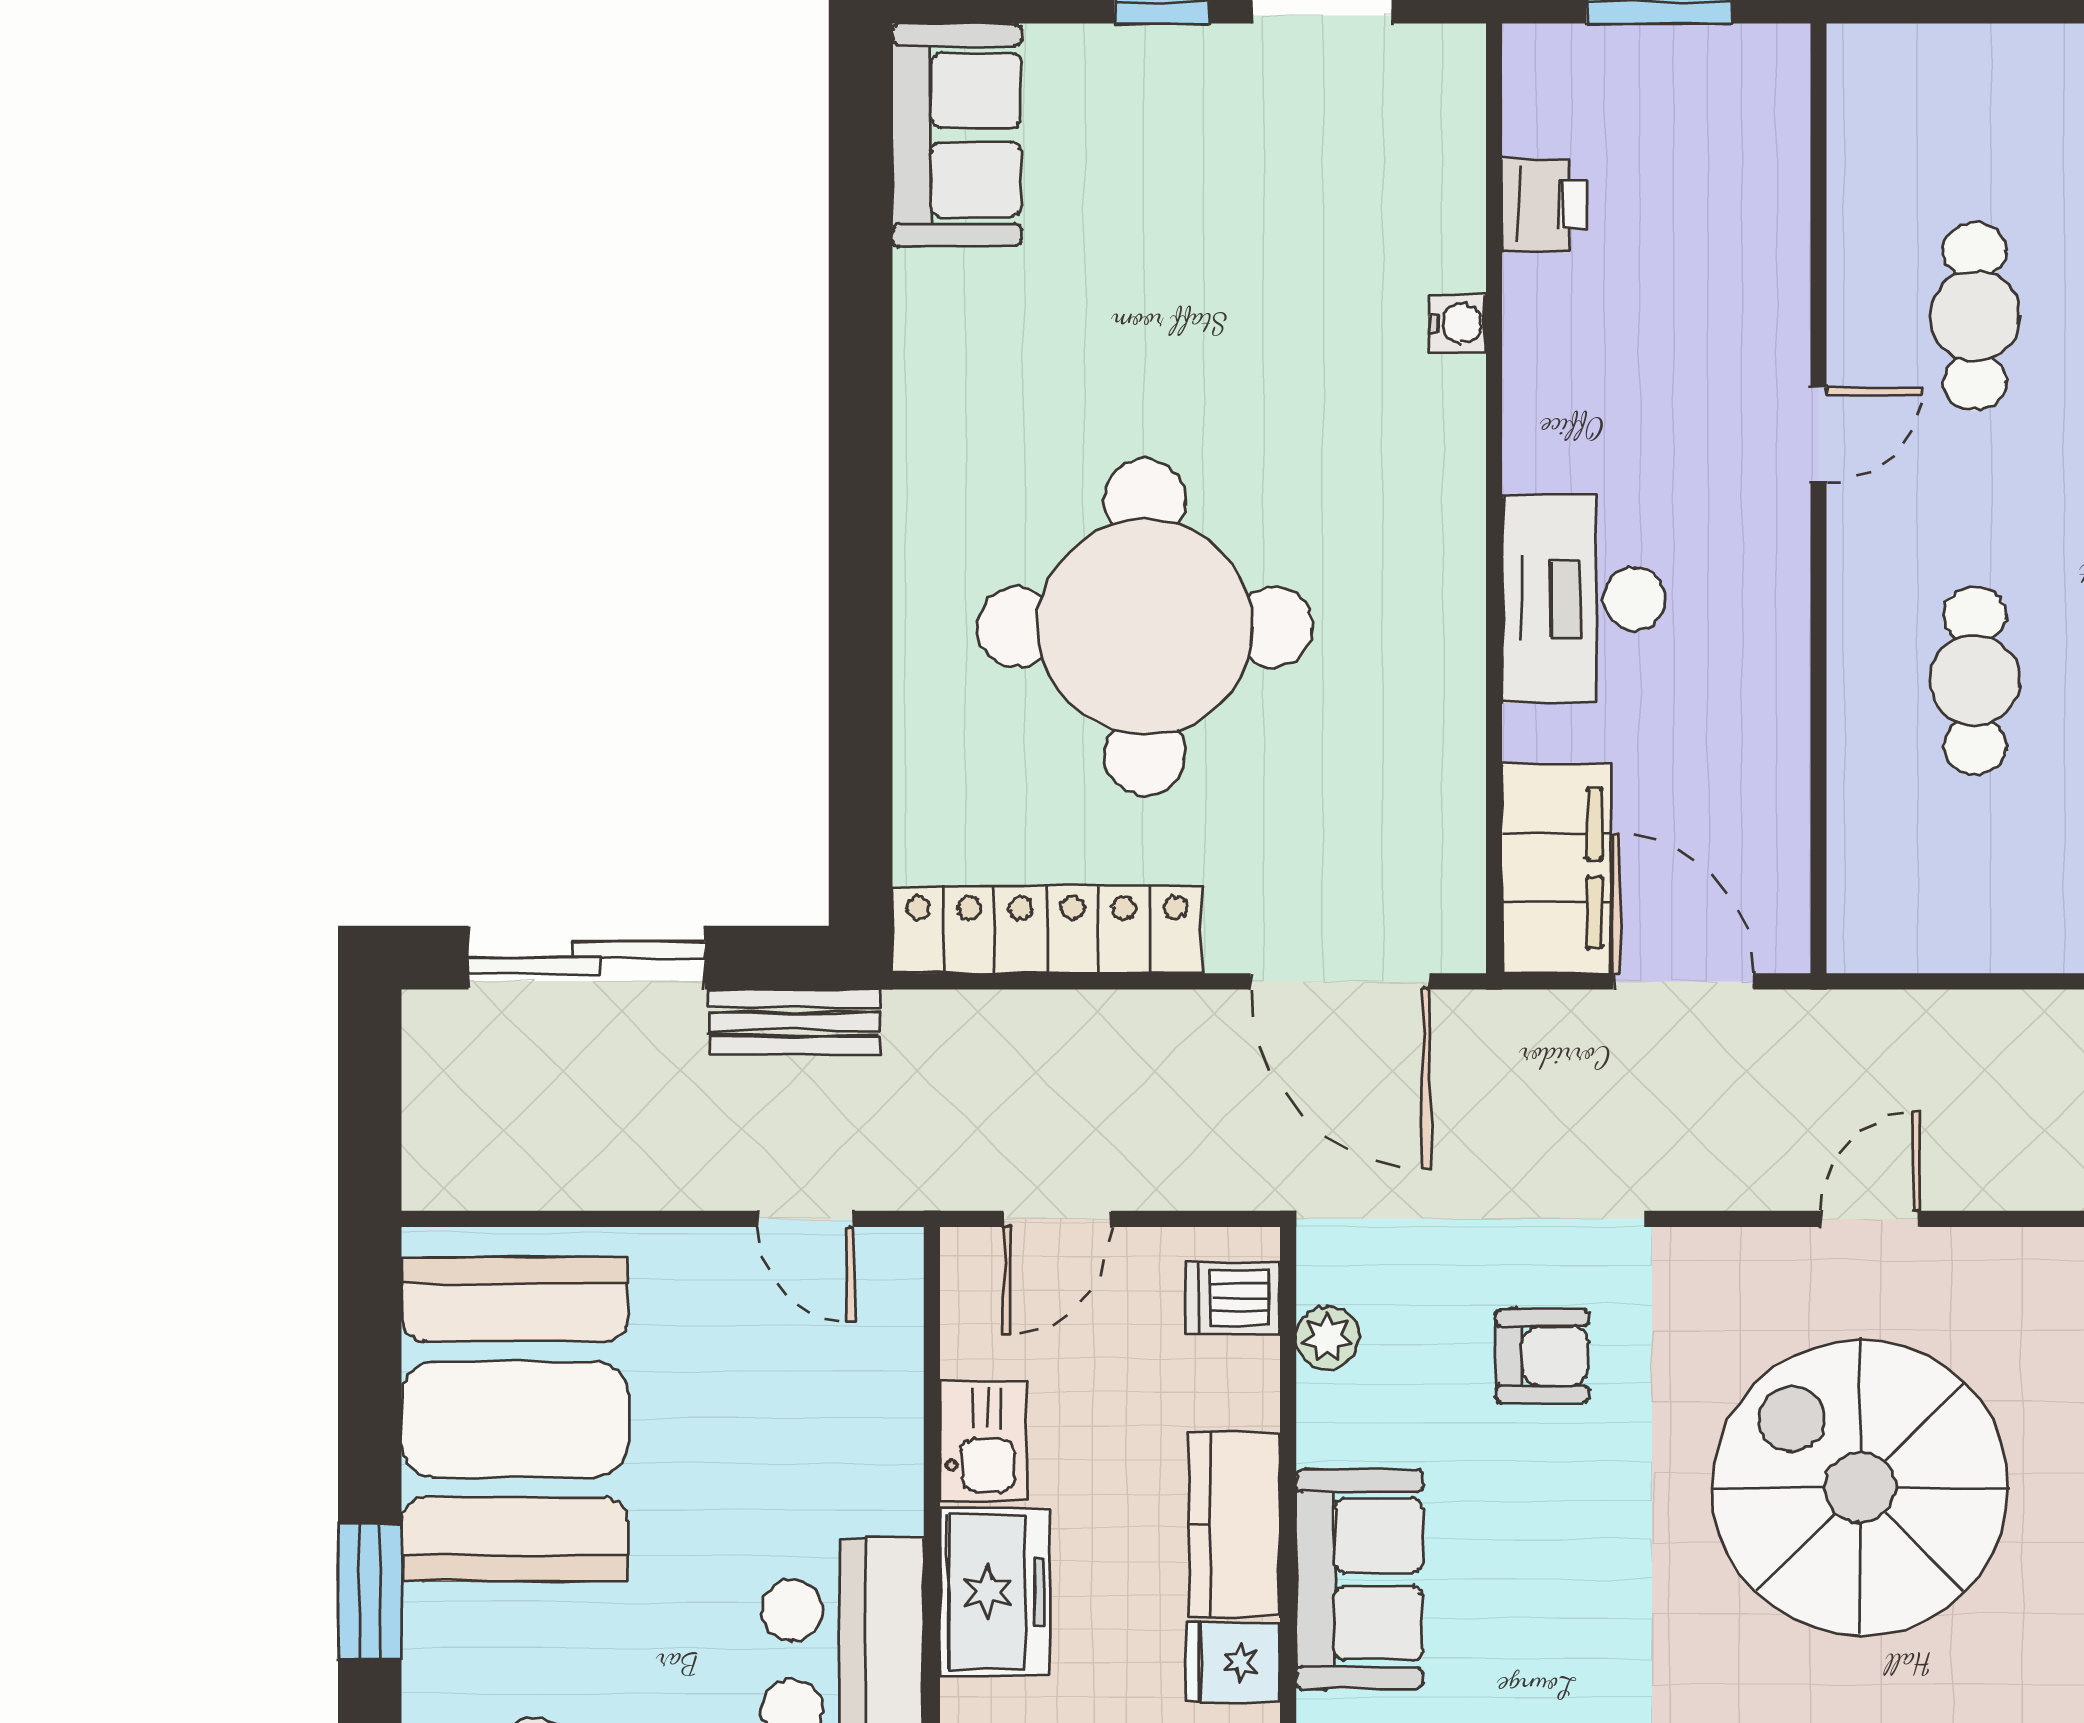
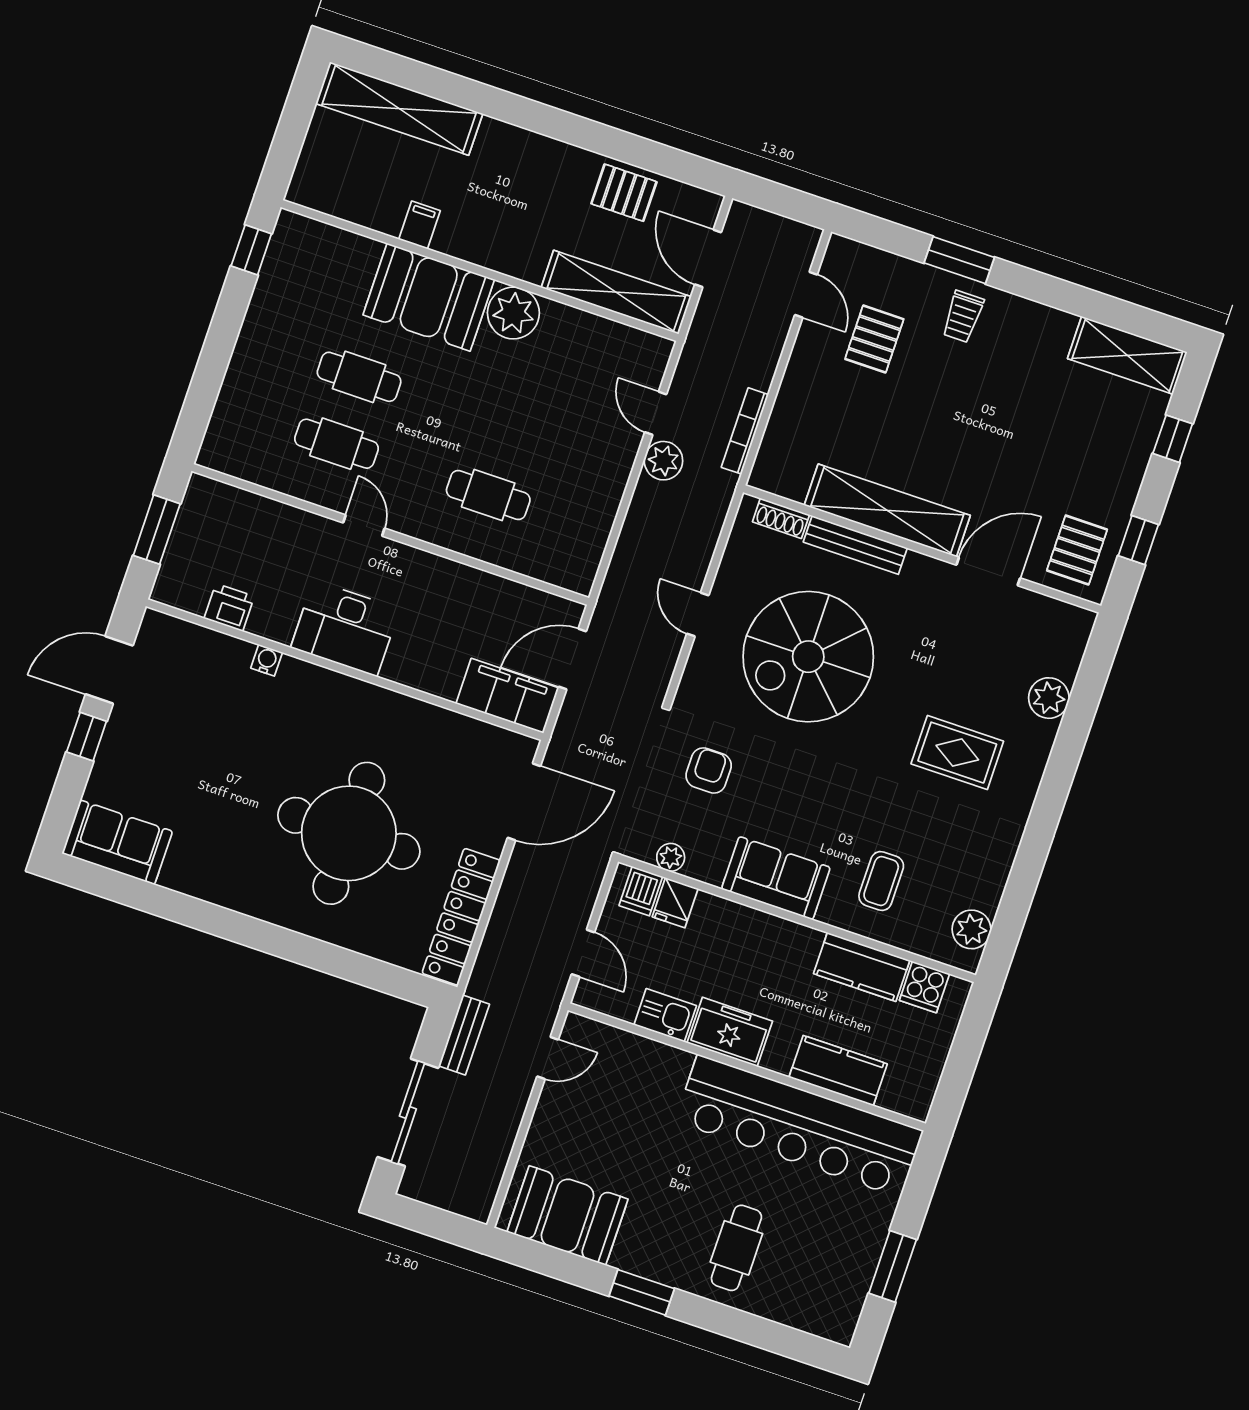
desk: (1584, 599) -> (345, 628), moved
booth: (515, 1419) -> (567, 1216), width x0.73, depth x0.70
kitchen counter: (1234, 1524) -> (735, 923), removed
fridge: (1233, 1662) -> (675, 903), moved

